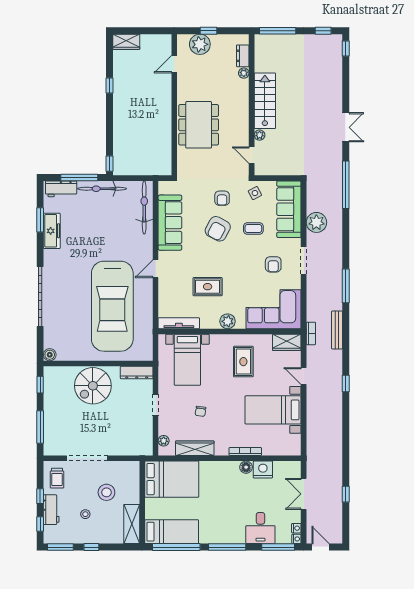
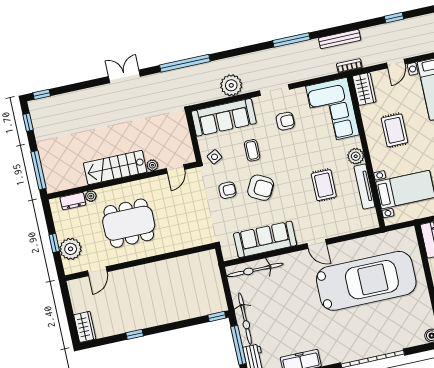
door: (174, 64) -> (97, 271), hinge flipped
dining table: (199, 125) -> (129, 223), moved
tv unit: (179, 323) -> (364, 186), moved
rug: (243, 362) -> (394, 130), turned 90

